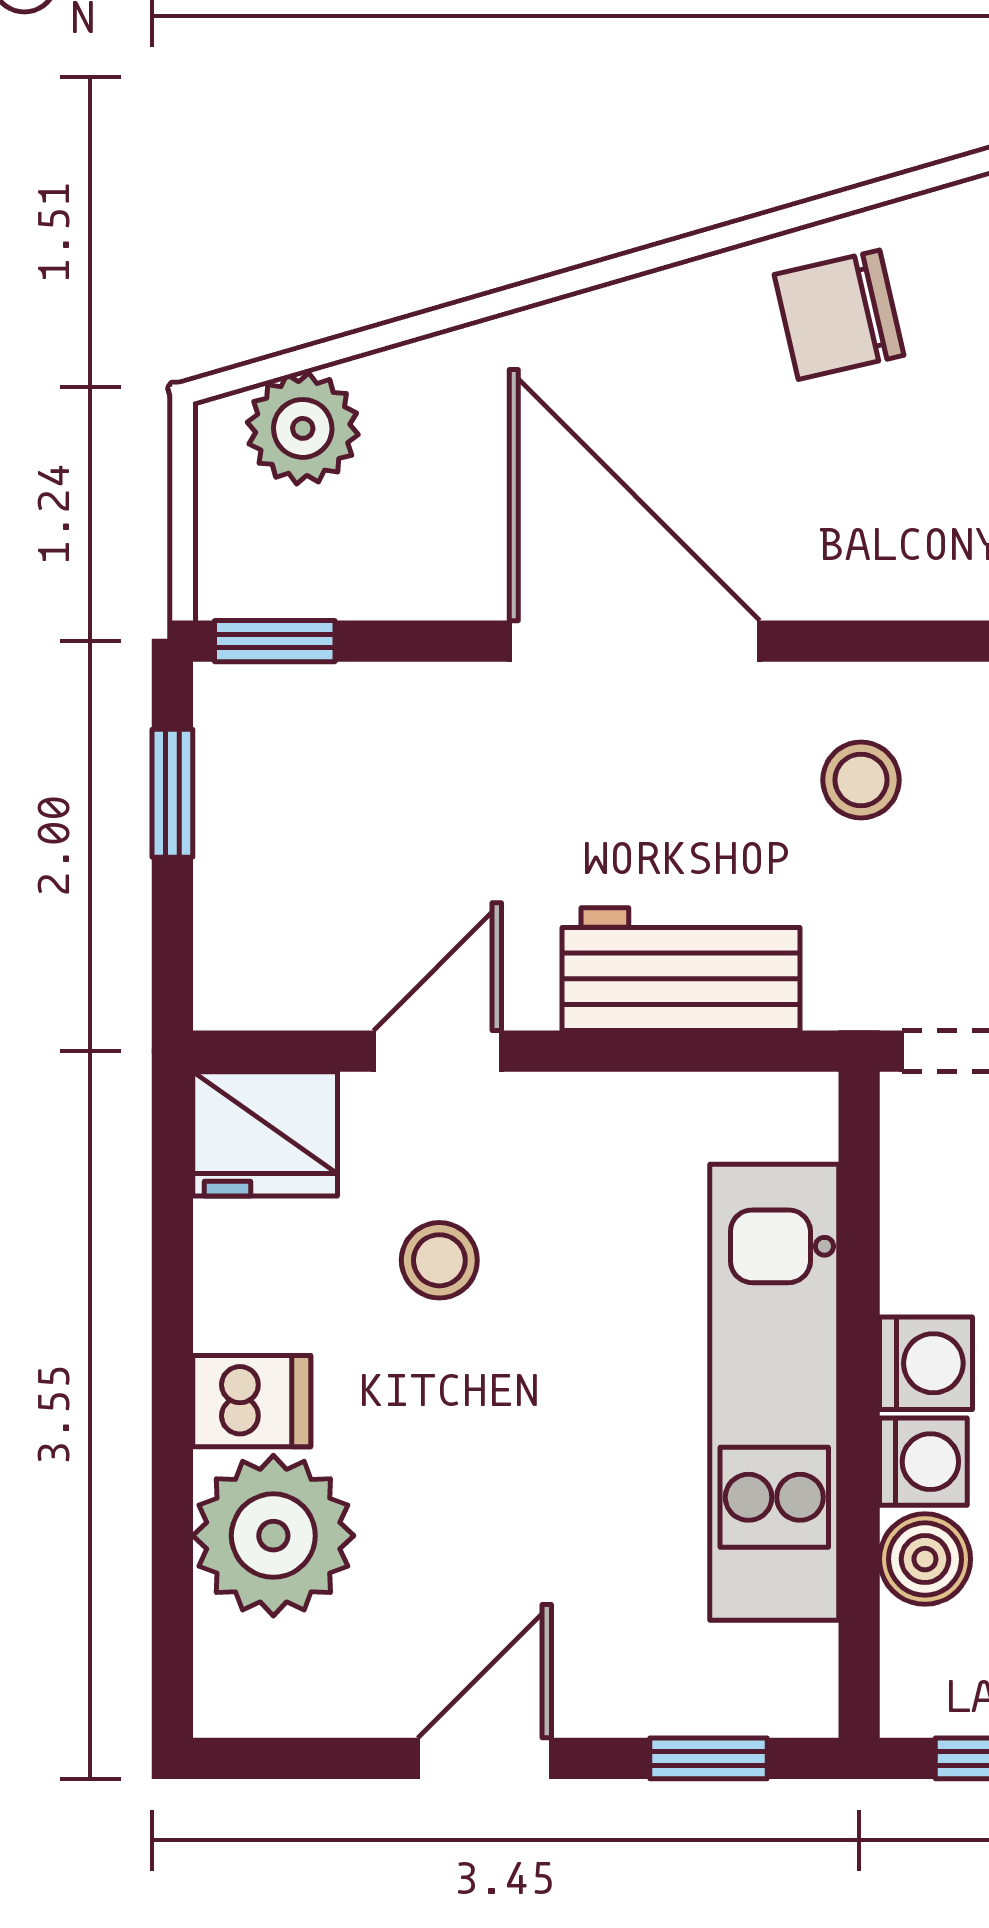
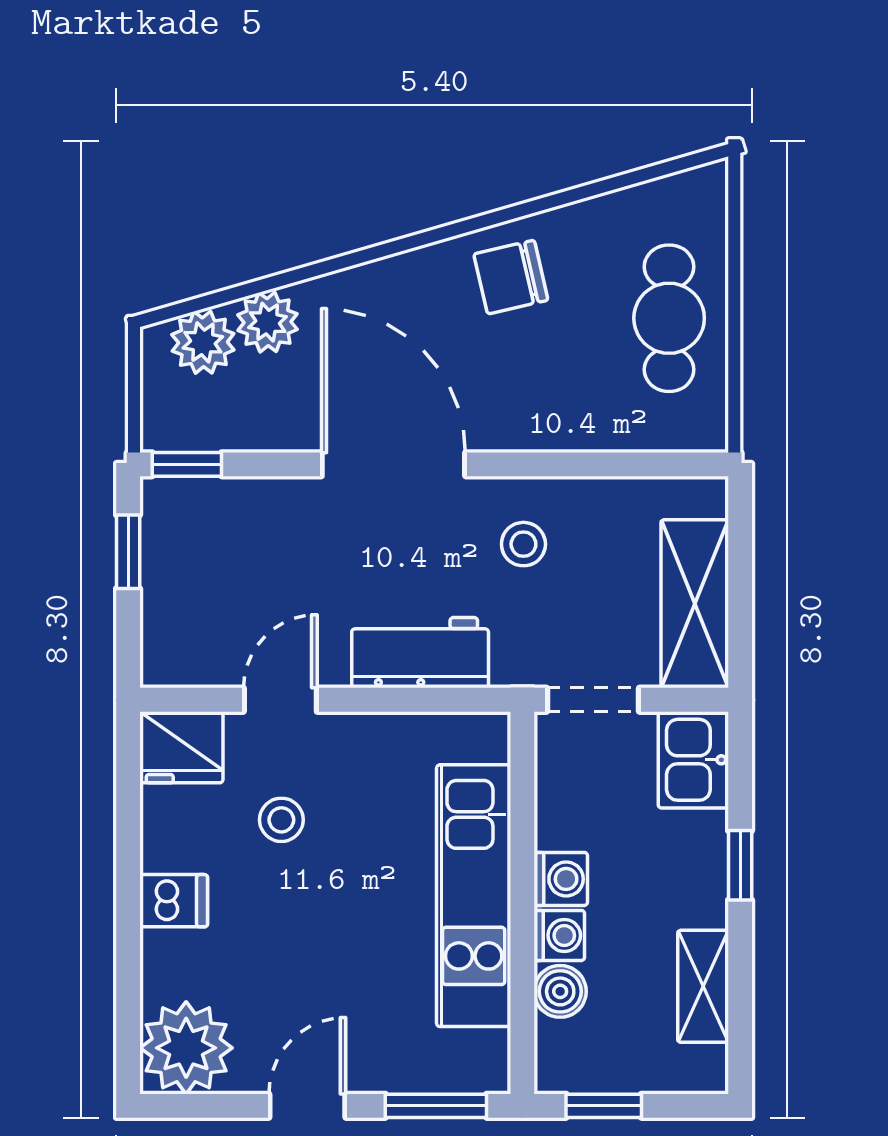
plant: (415, 393) -> (268, 322), added
plant: (273, 1536) -> (186, 1048), moved
window: (709, 1758) -> (436, 1106), width x1.50

